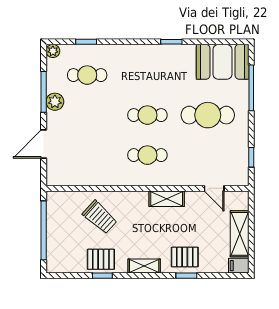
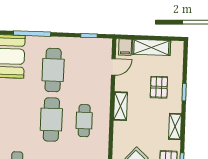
cafe table: (147, 115) -> (51, 119), width x1.37, depth x1.35
pallet: (185, 257) -> (159, 87), moved
filing cabinet: (239, 266) -> (125, 47), moved

